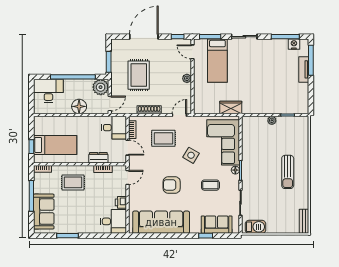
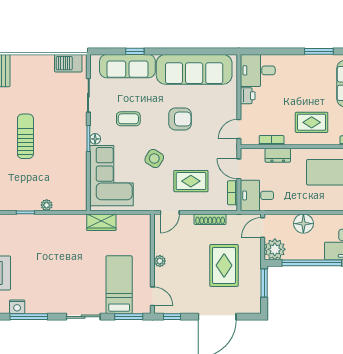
sofa: (217, 225) -> (127, 66), width x1.36

